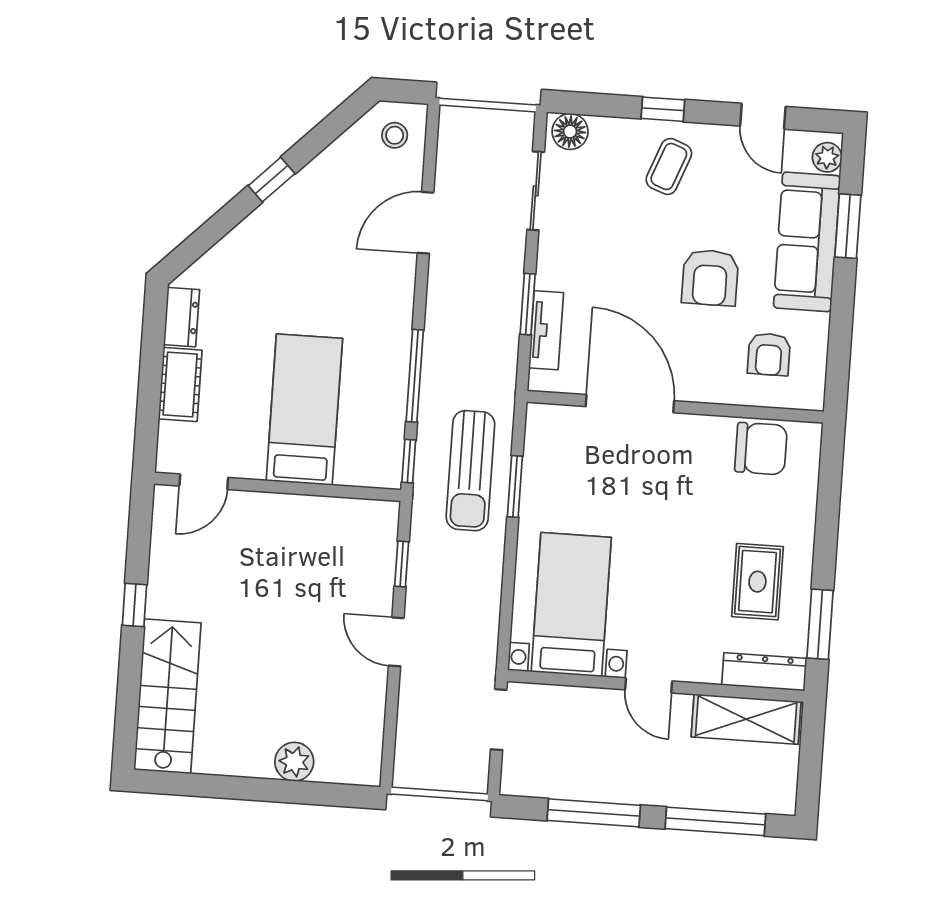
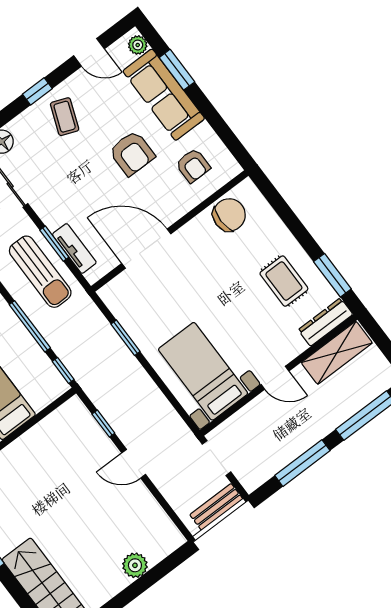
sun lounger: (470, 471) -> (40, 272), moved
bench: (449, 776) -> (216, 507), added

